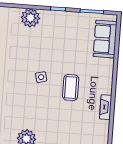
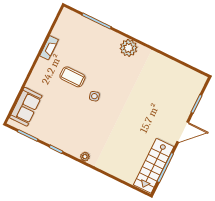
plant: (30, 18) -> (85, 157), width x0.53, depth x0.53
coffee table: (71, 88) -> (72, 77), turned 90

